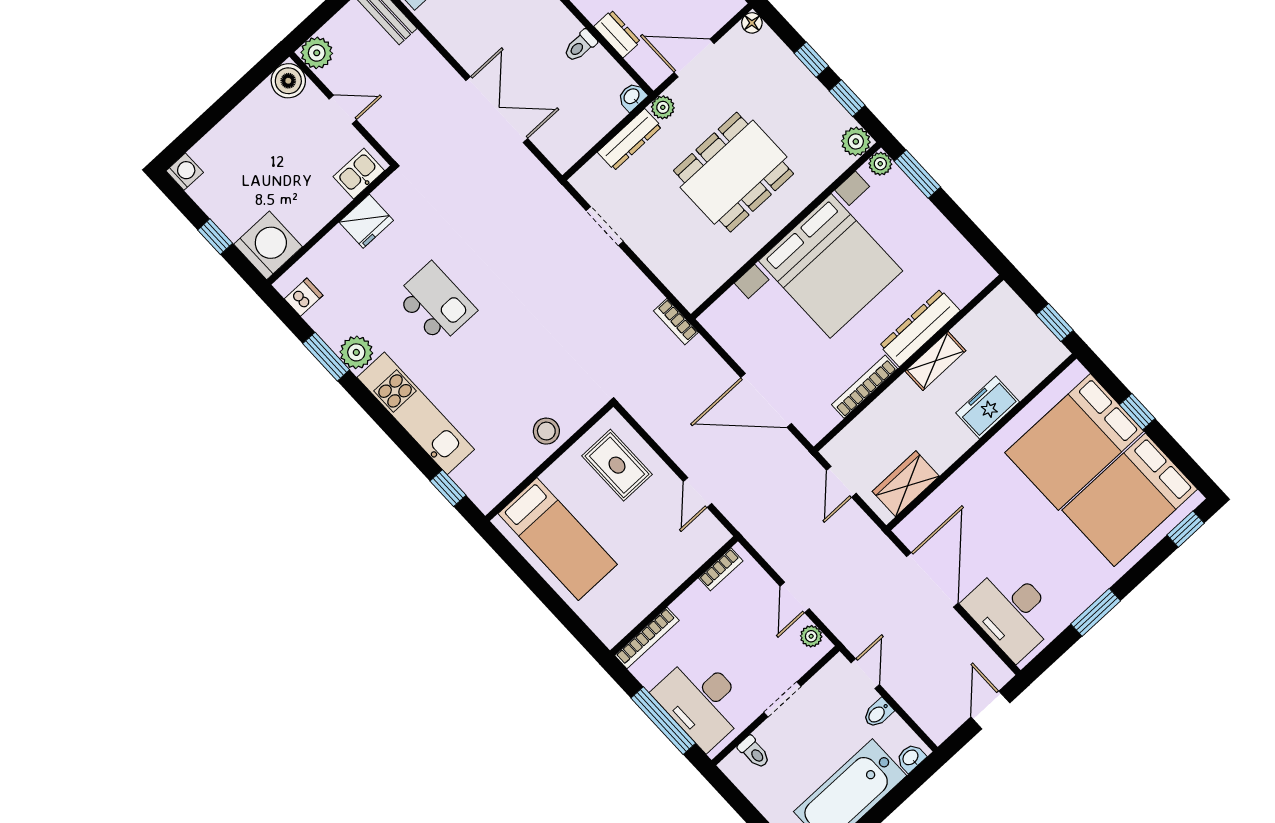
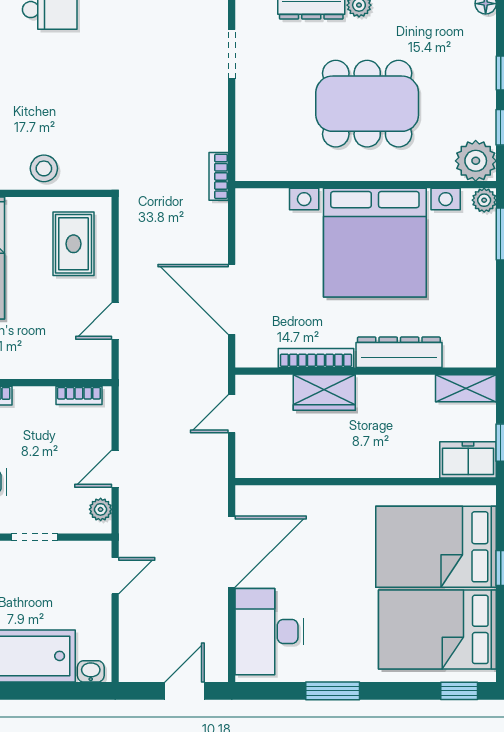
plant: (856, 141) -> (476, 161), width x1.36, depth x1.36
shelving: (935, 361) -> (466, 388), moved
freezer: (988, 407) -> (468, 460), moved
wardrobe: (906, 484) -> (324, 392), moved, turned 180
bidet: (878, 713) -> (97, 615), removed

